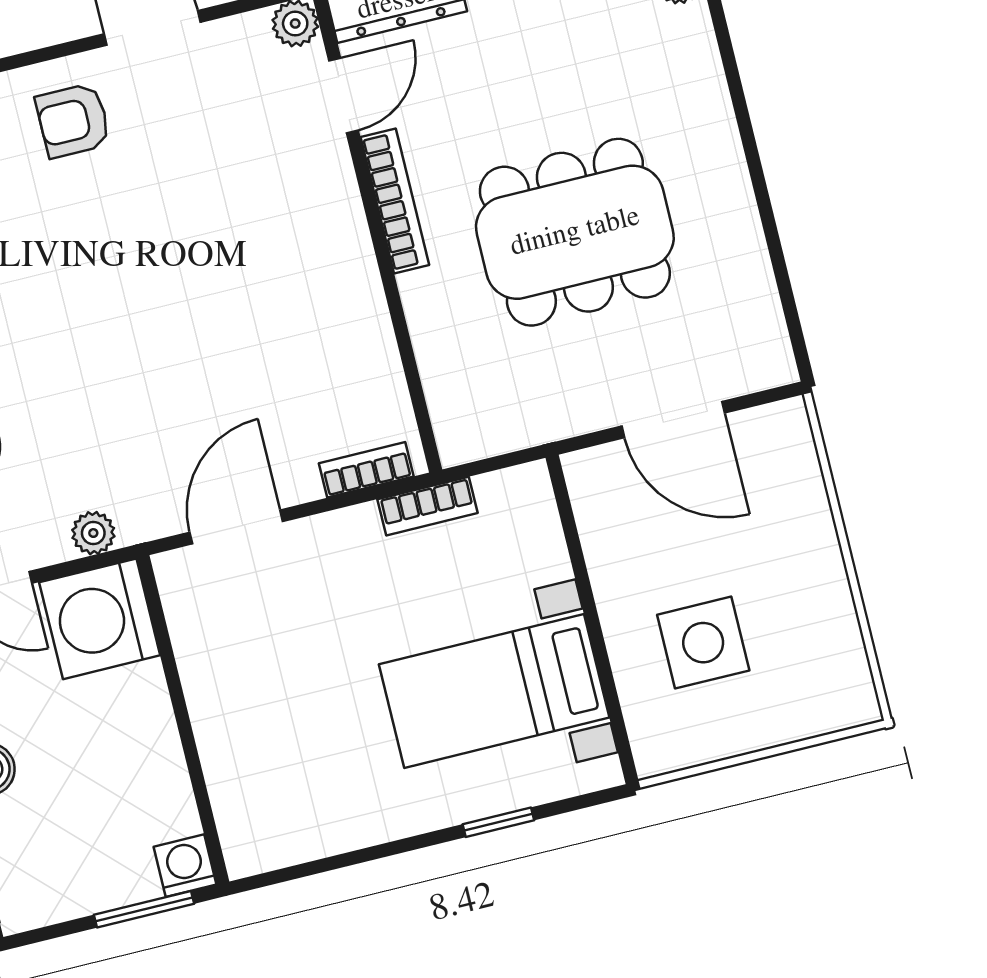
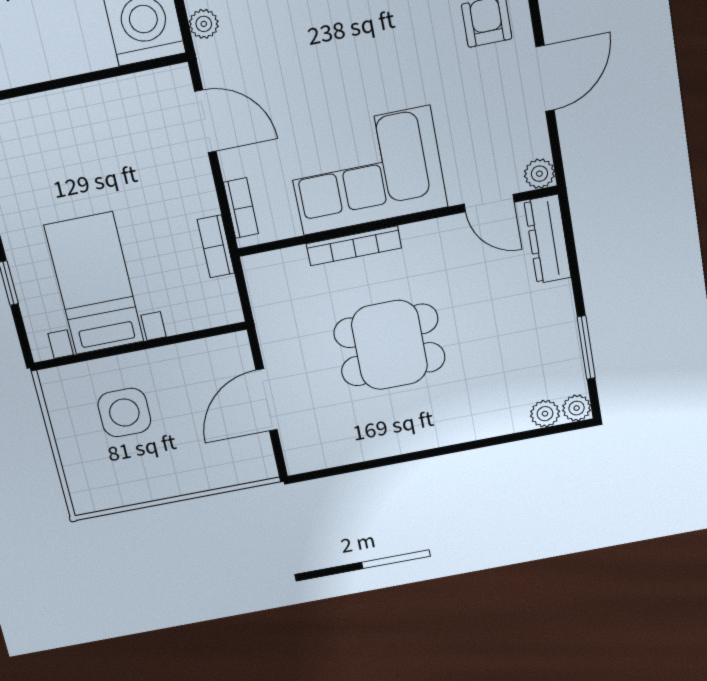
bookcase: (395, 201) -> (354, 246), moved
dining table: (575, 232) -> (390, 345), width x0.73
corner sofa: (301, 284) -> (366, 171), added

